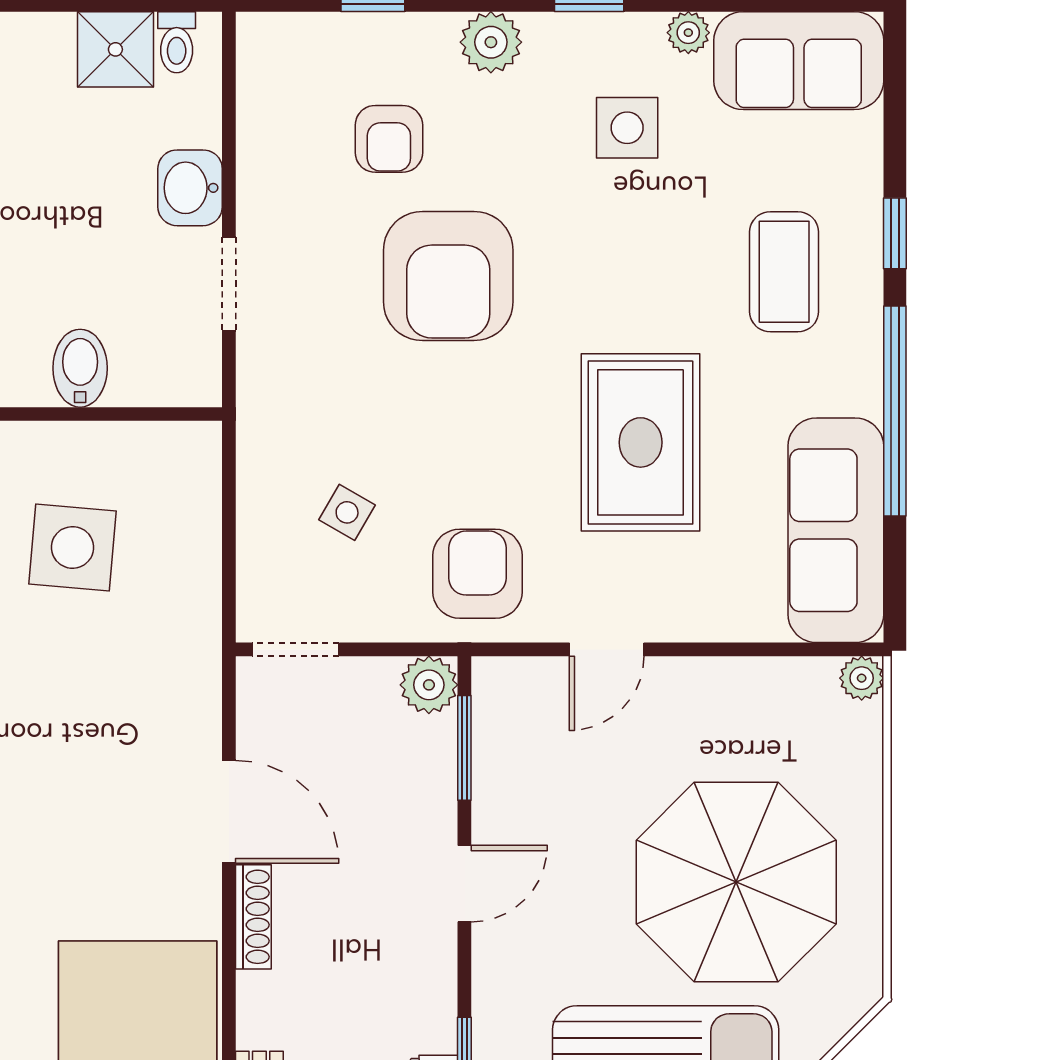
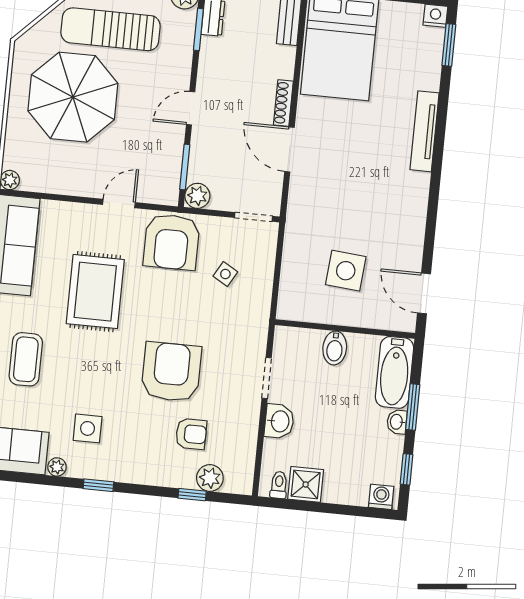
plant: (491, 42) -> (210, 478), moved
armchair: (389, 139) -> (191, 434), turned 90
armchair: (477, 574) -> (172, 242), width x1.36, depth x1.36

